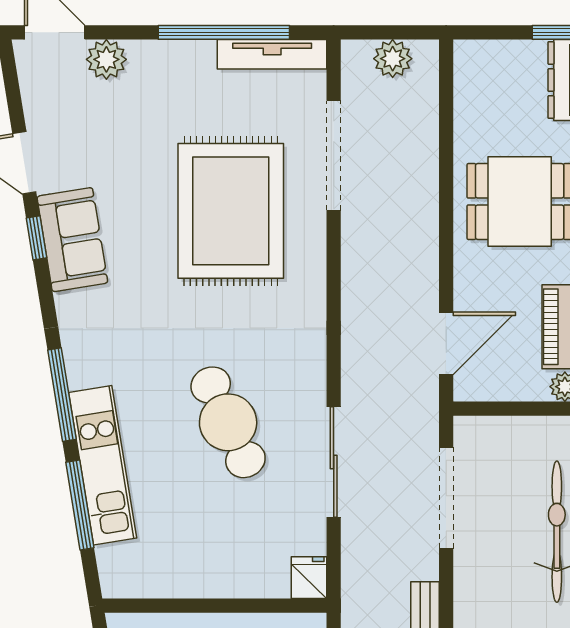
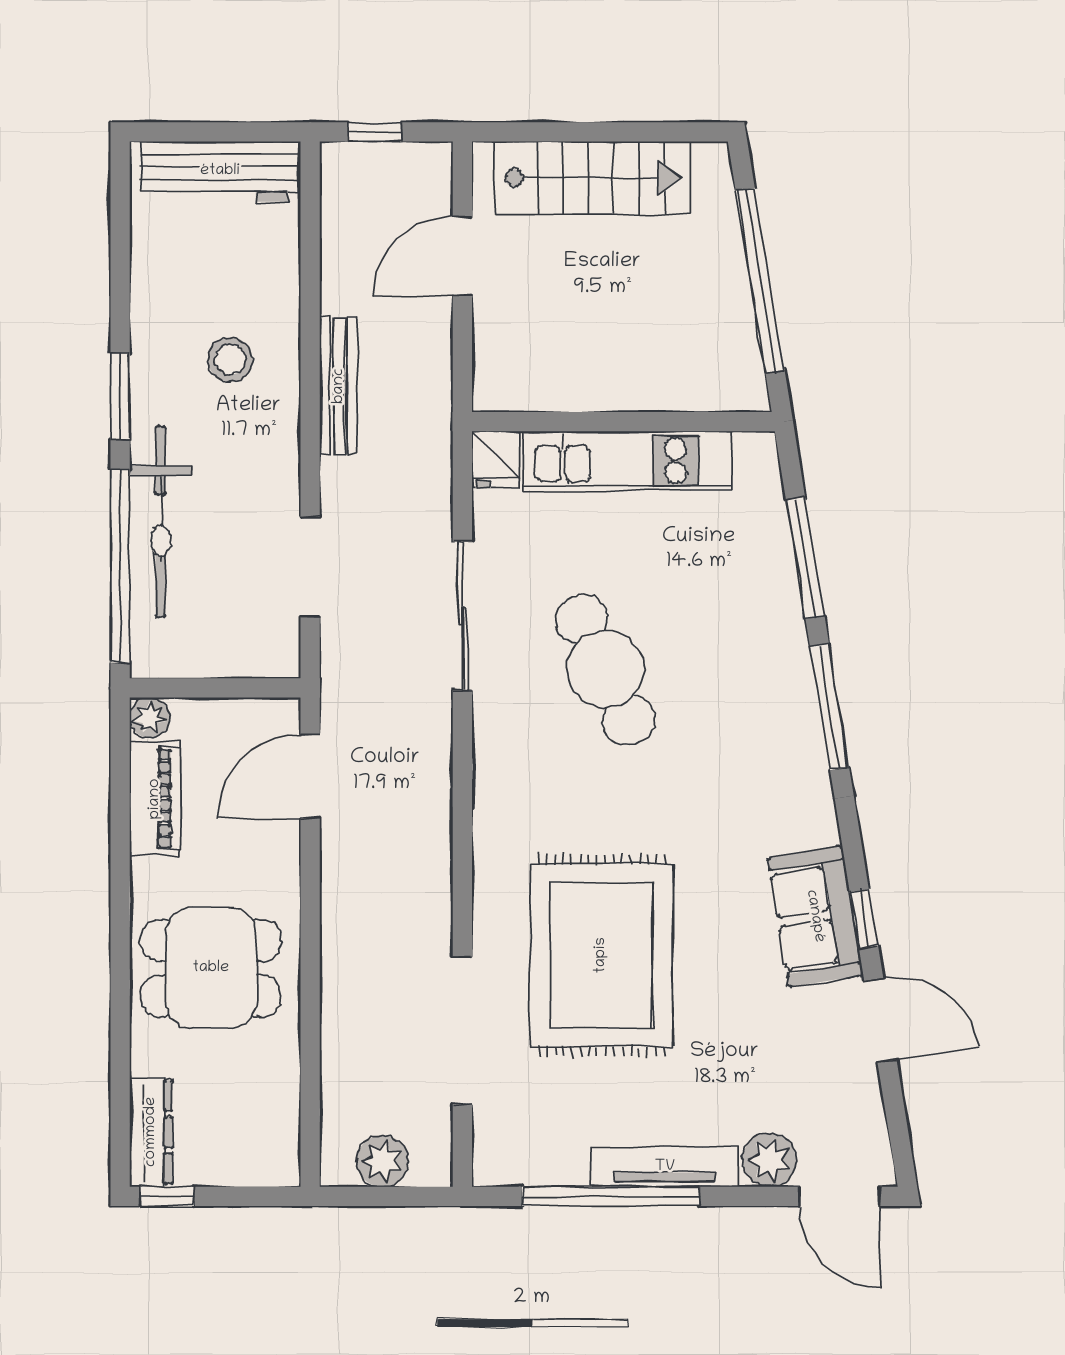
tv unit: (272, 54) -> (665, 1167), moved
kitchen unit: (103, 465) -> (628, 461), moved, turned -81
doorway: (446, 498) -> (310, 567), width x0.73

